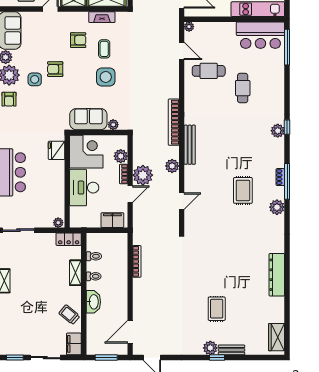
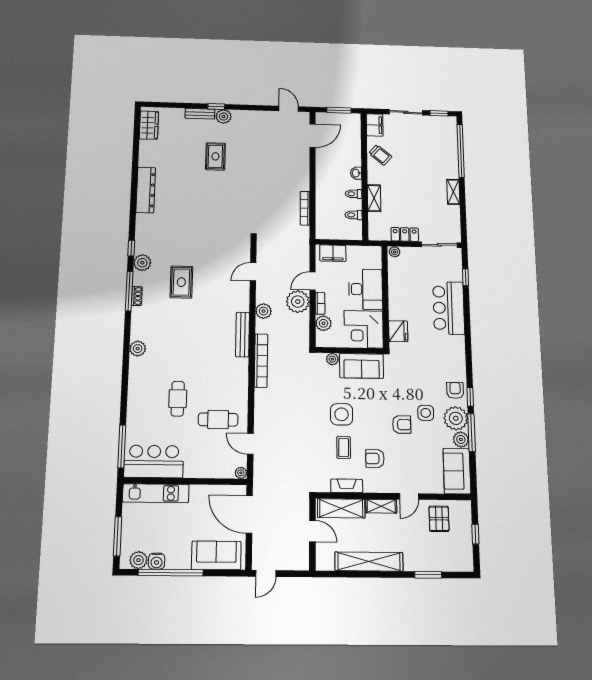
window: (287, 127) -> (131, 248), moved
locker: (69, 239) -> (405, 234), moved
washbasin: (93, 302) -> (356, 173), width x0.52, depth x0.69

